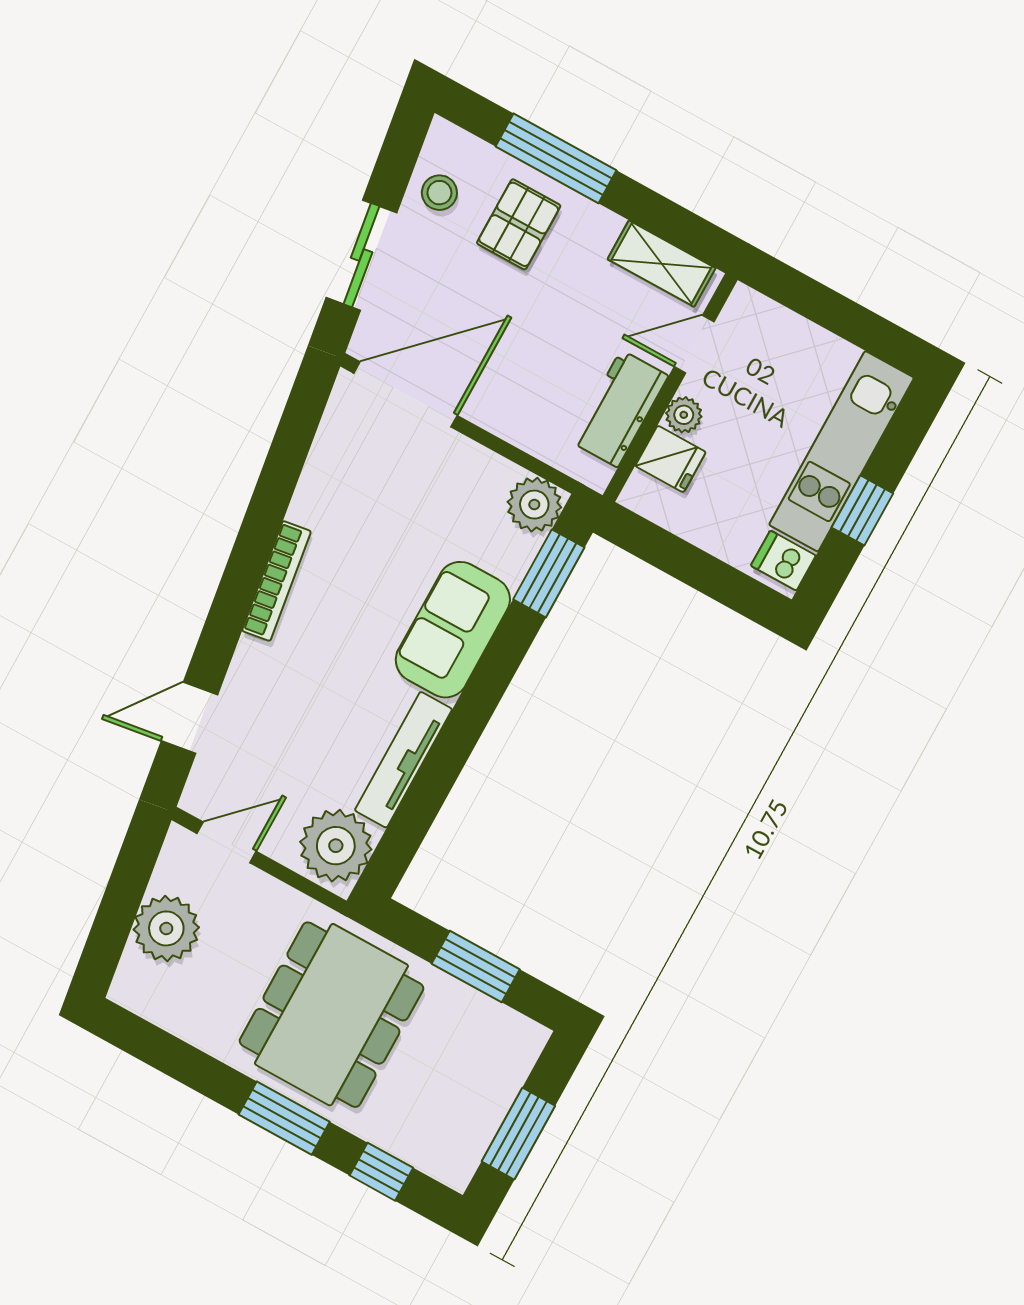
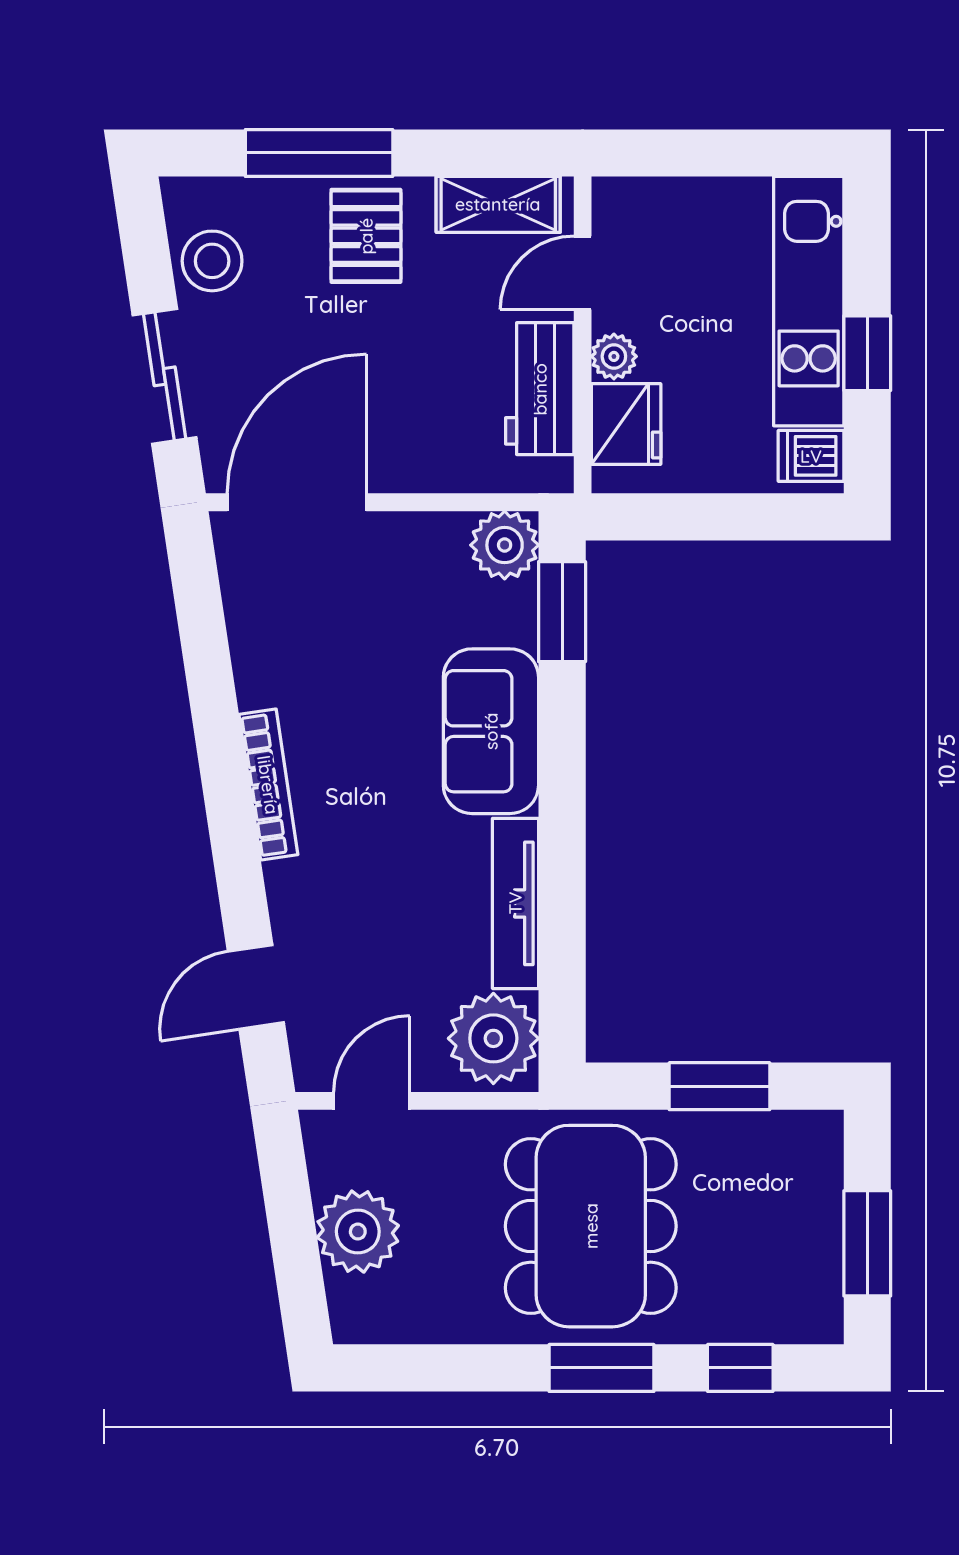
stool: (439, 193) -> (212, 261), width x1.37, depth x1.37
pallet: (519, 224) -> (366, 236), moved
fridge: (671, 459) -> (626, 424), width x1.38

